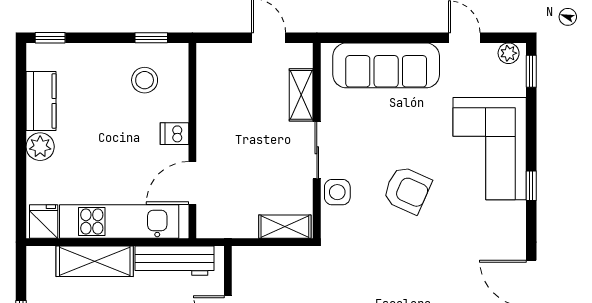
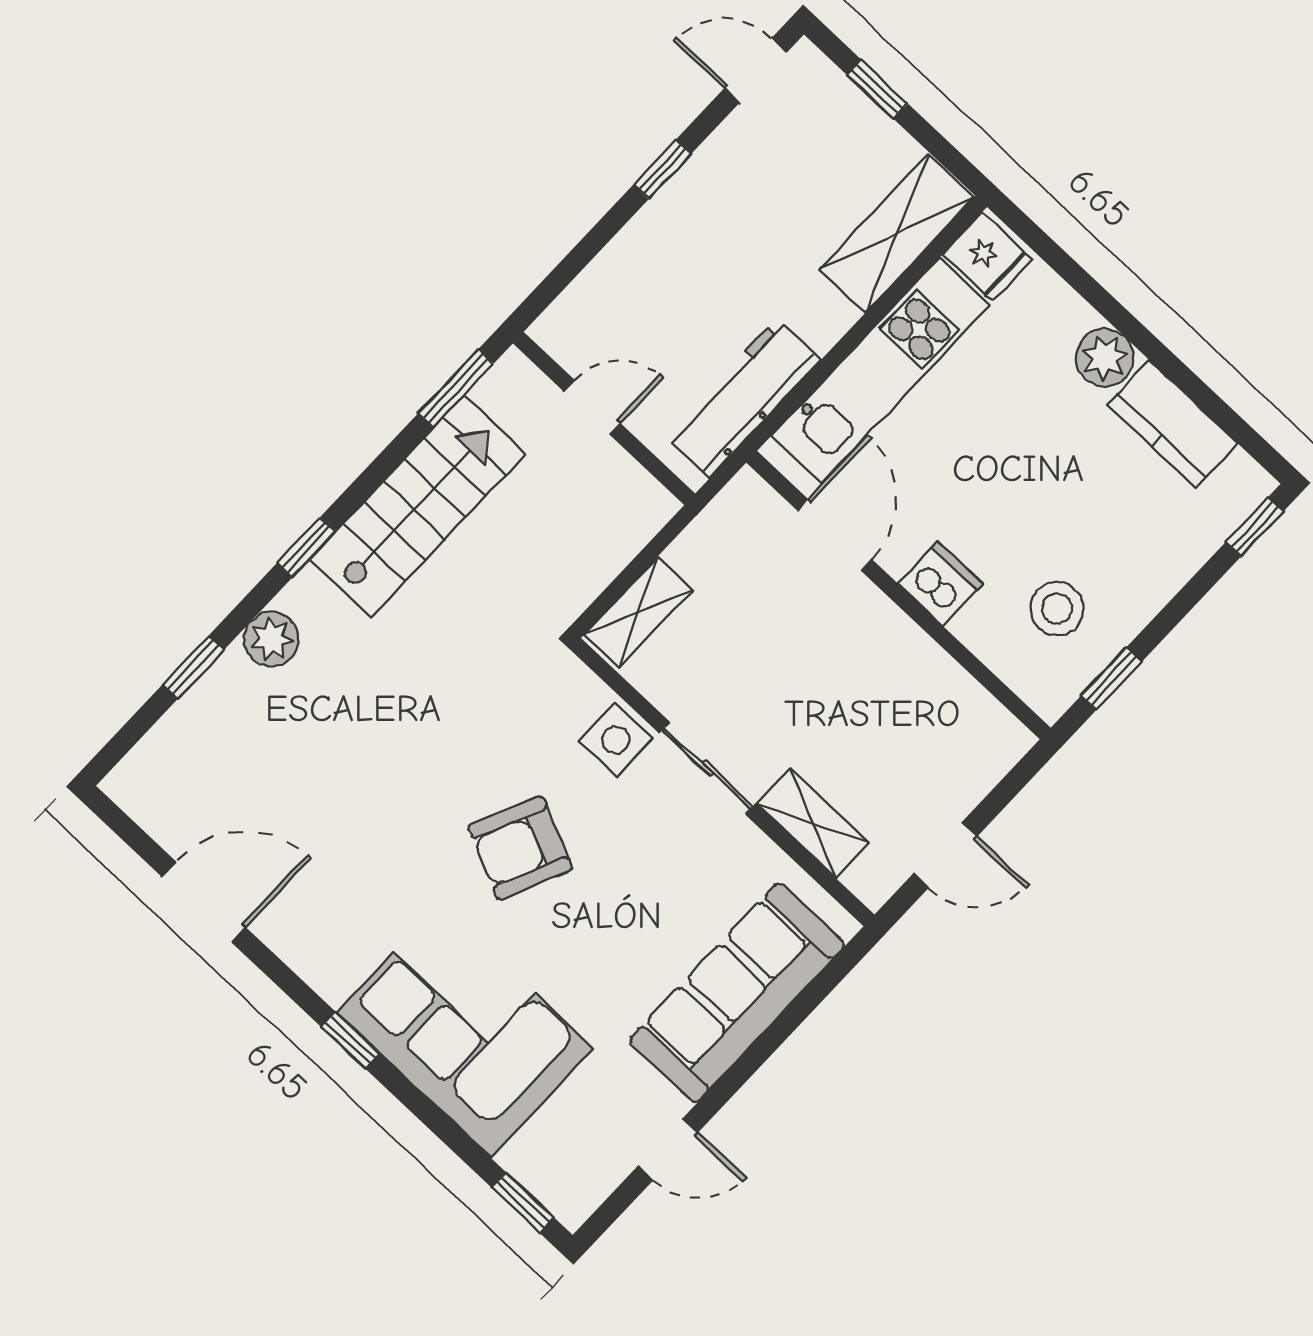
plant: (509, 53) -> (582, 1194), removed
dishwasher: (174, 134) -> (940, 584), width x1.38
shelving: (95, 261) -> (897, 233), moved

